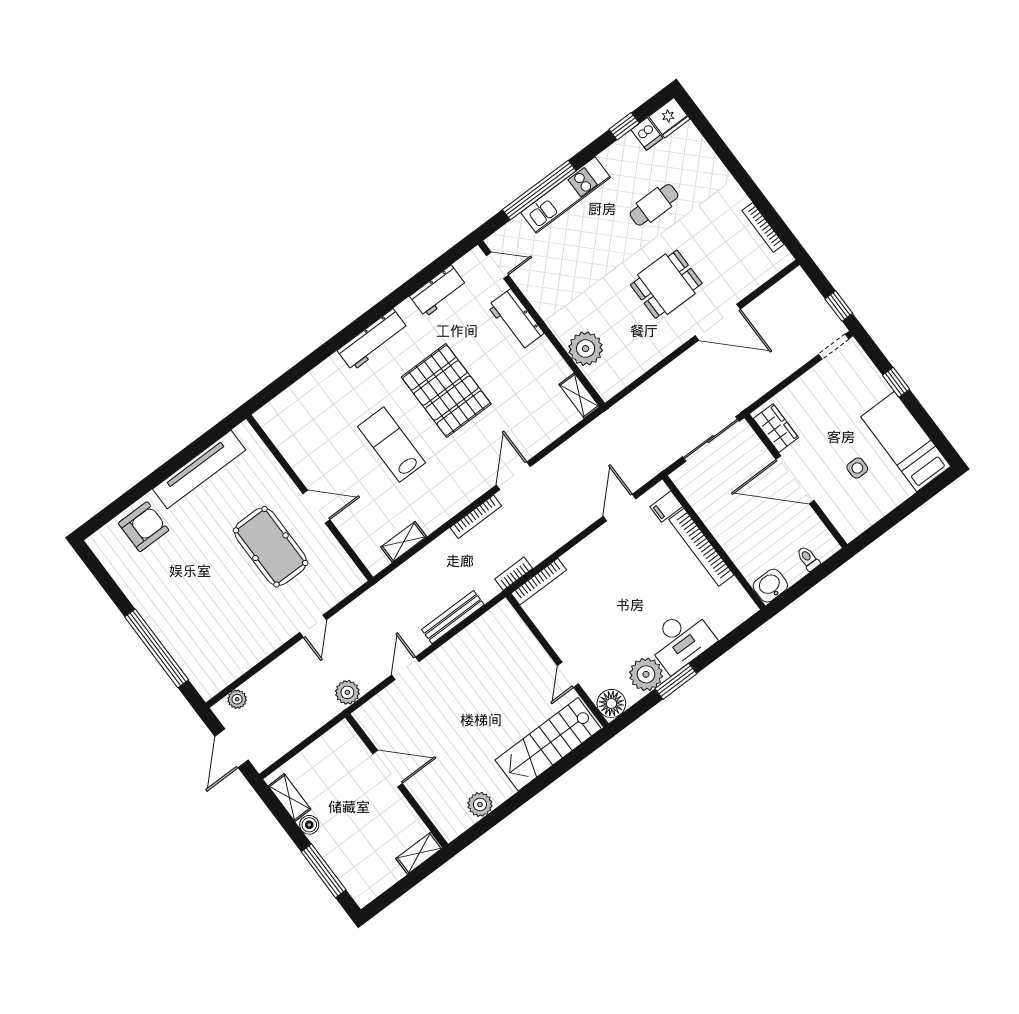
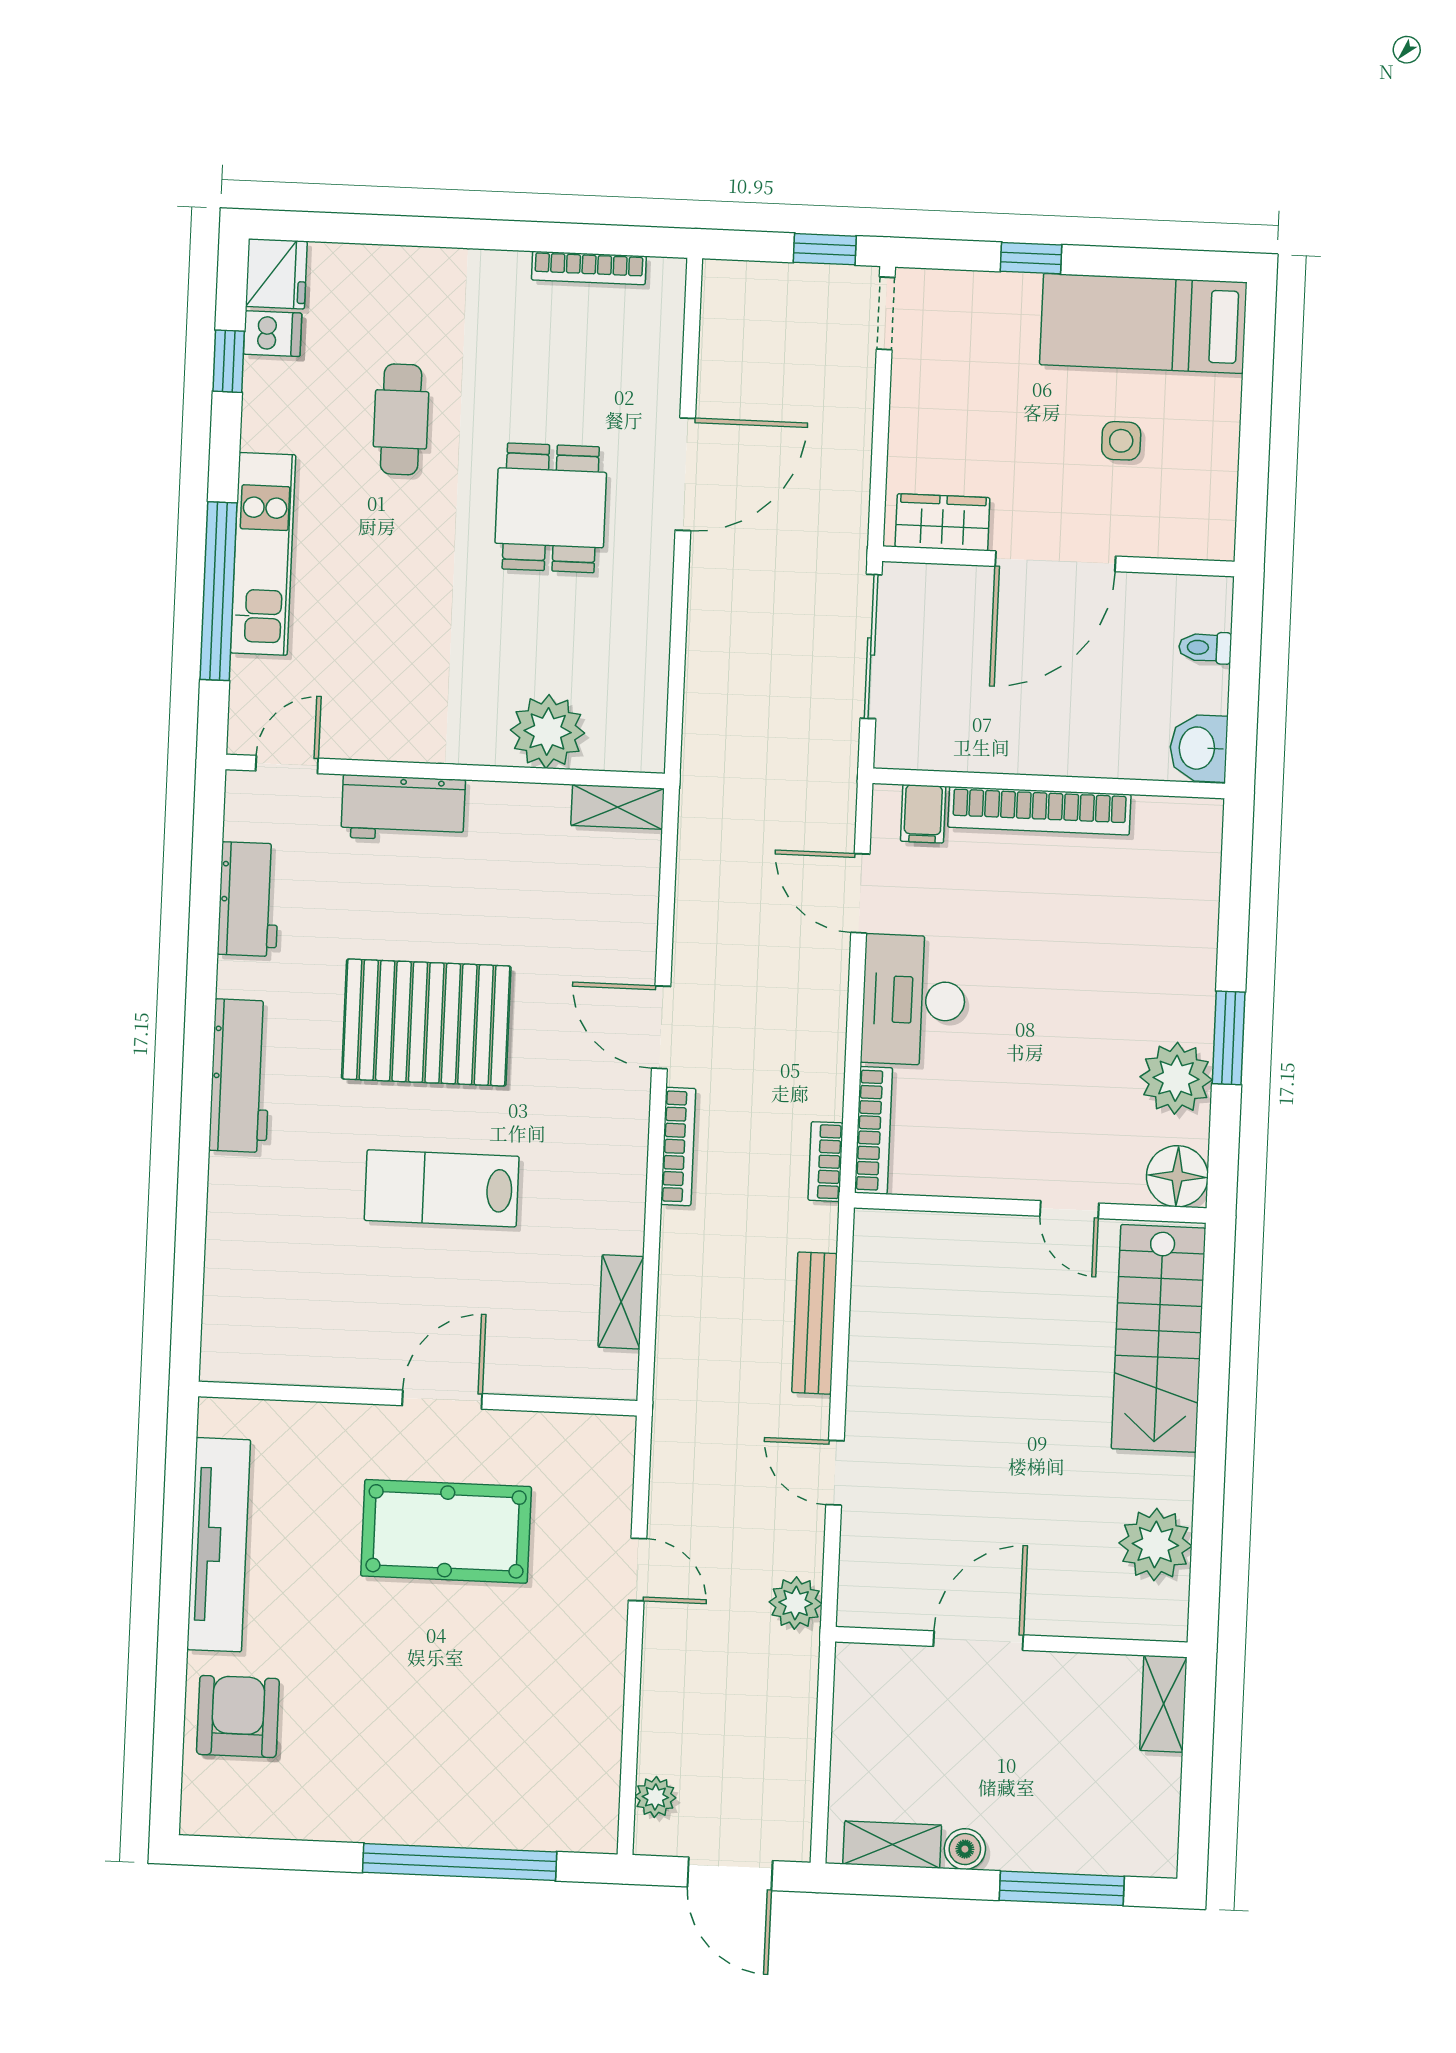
desk: (681, 640) -> (914, 1000), moved, turned 180
plant: (480, 804) -> (1155, 1544), width x1.36, depth x1.36

